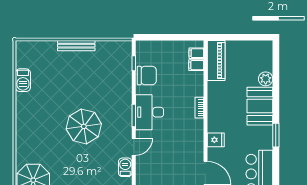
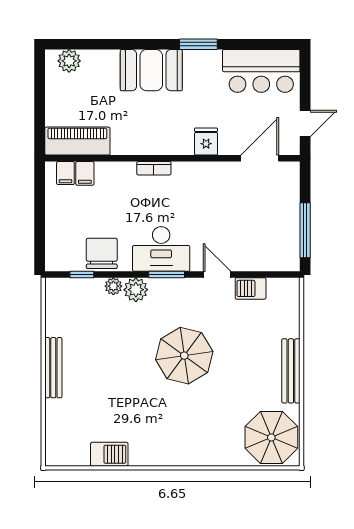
plant: (266, 79) -> (69, 61), moved
plant: (127, 83) -> (113, 286), added
plant: (124, 97) -> (136, 290), added

